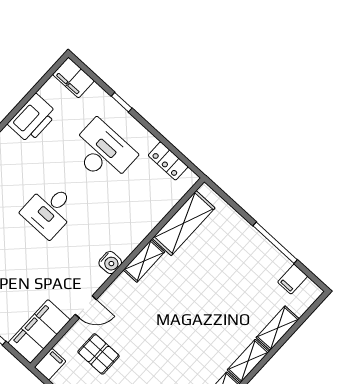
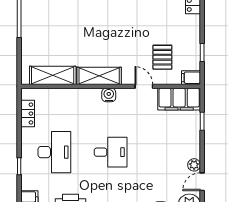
desk: (103, 152) -> (54, 152), turned 180
shelving: (144, 261) -> (99, 76), width x1.50, depth x1.33

